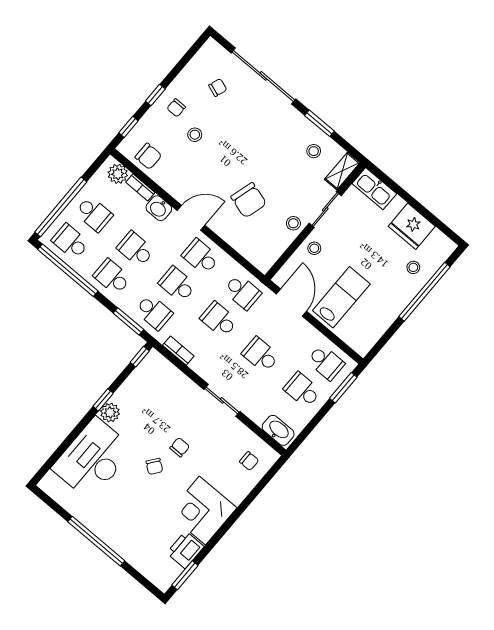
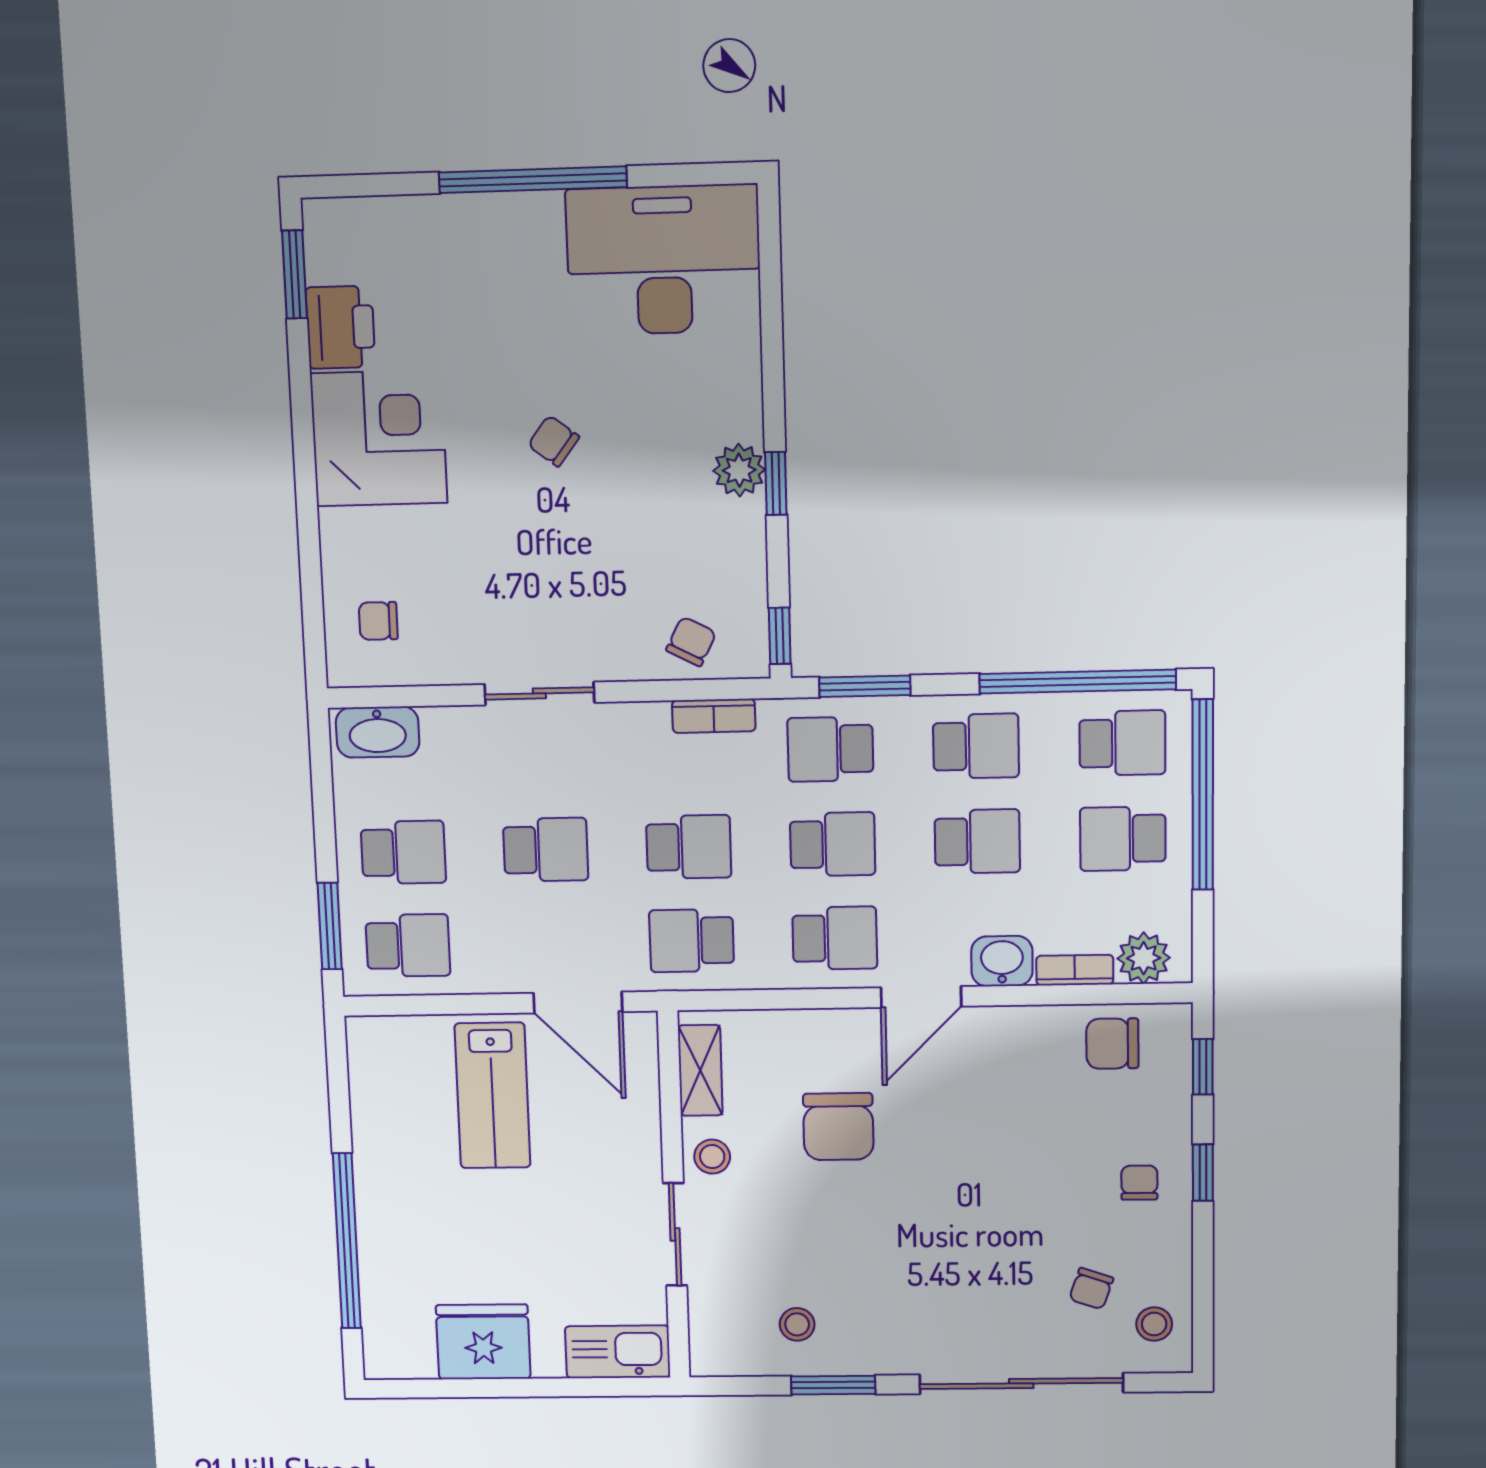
stool: (195, 135) -> (1154, 1324), moved
shelving: (342, 171) -> (700, 1070), moved
chair: (249, 200) -> (838, 1127), turned -106
stool: (314, 248) -> (629, 1144), removed
stool: (413, 267) -> (410, 1268), removed
school desk: (326, 362) -> (408, 945), turned 180
chair: (180, 447) -> (691, 641), moved, turned -153
desk: (93, 459) -> (664, 260), moved, turned -90

